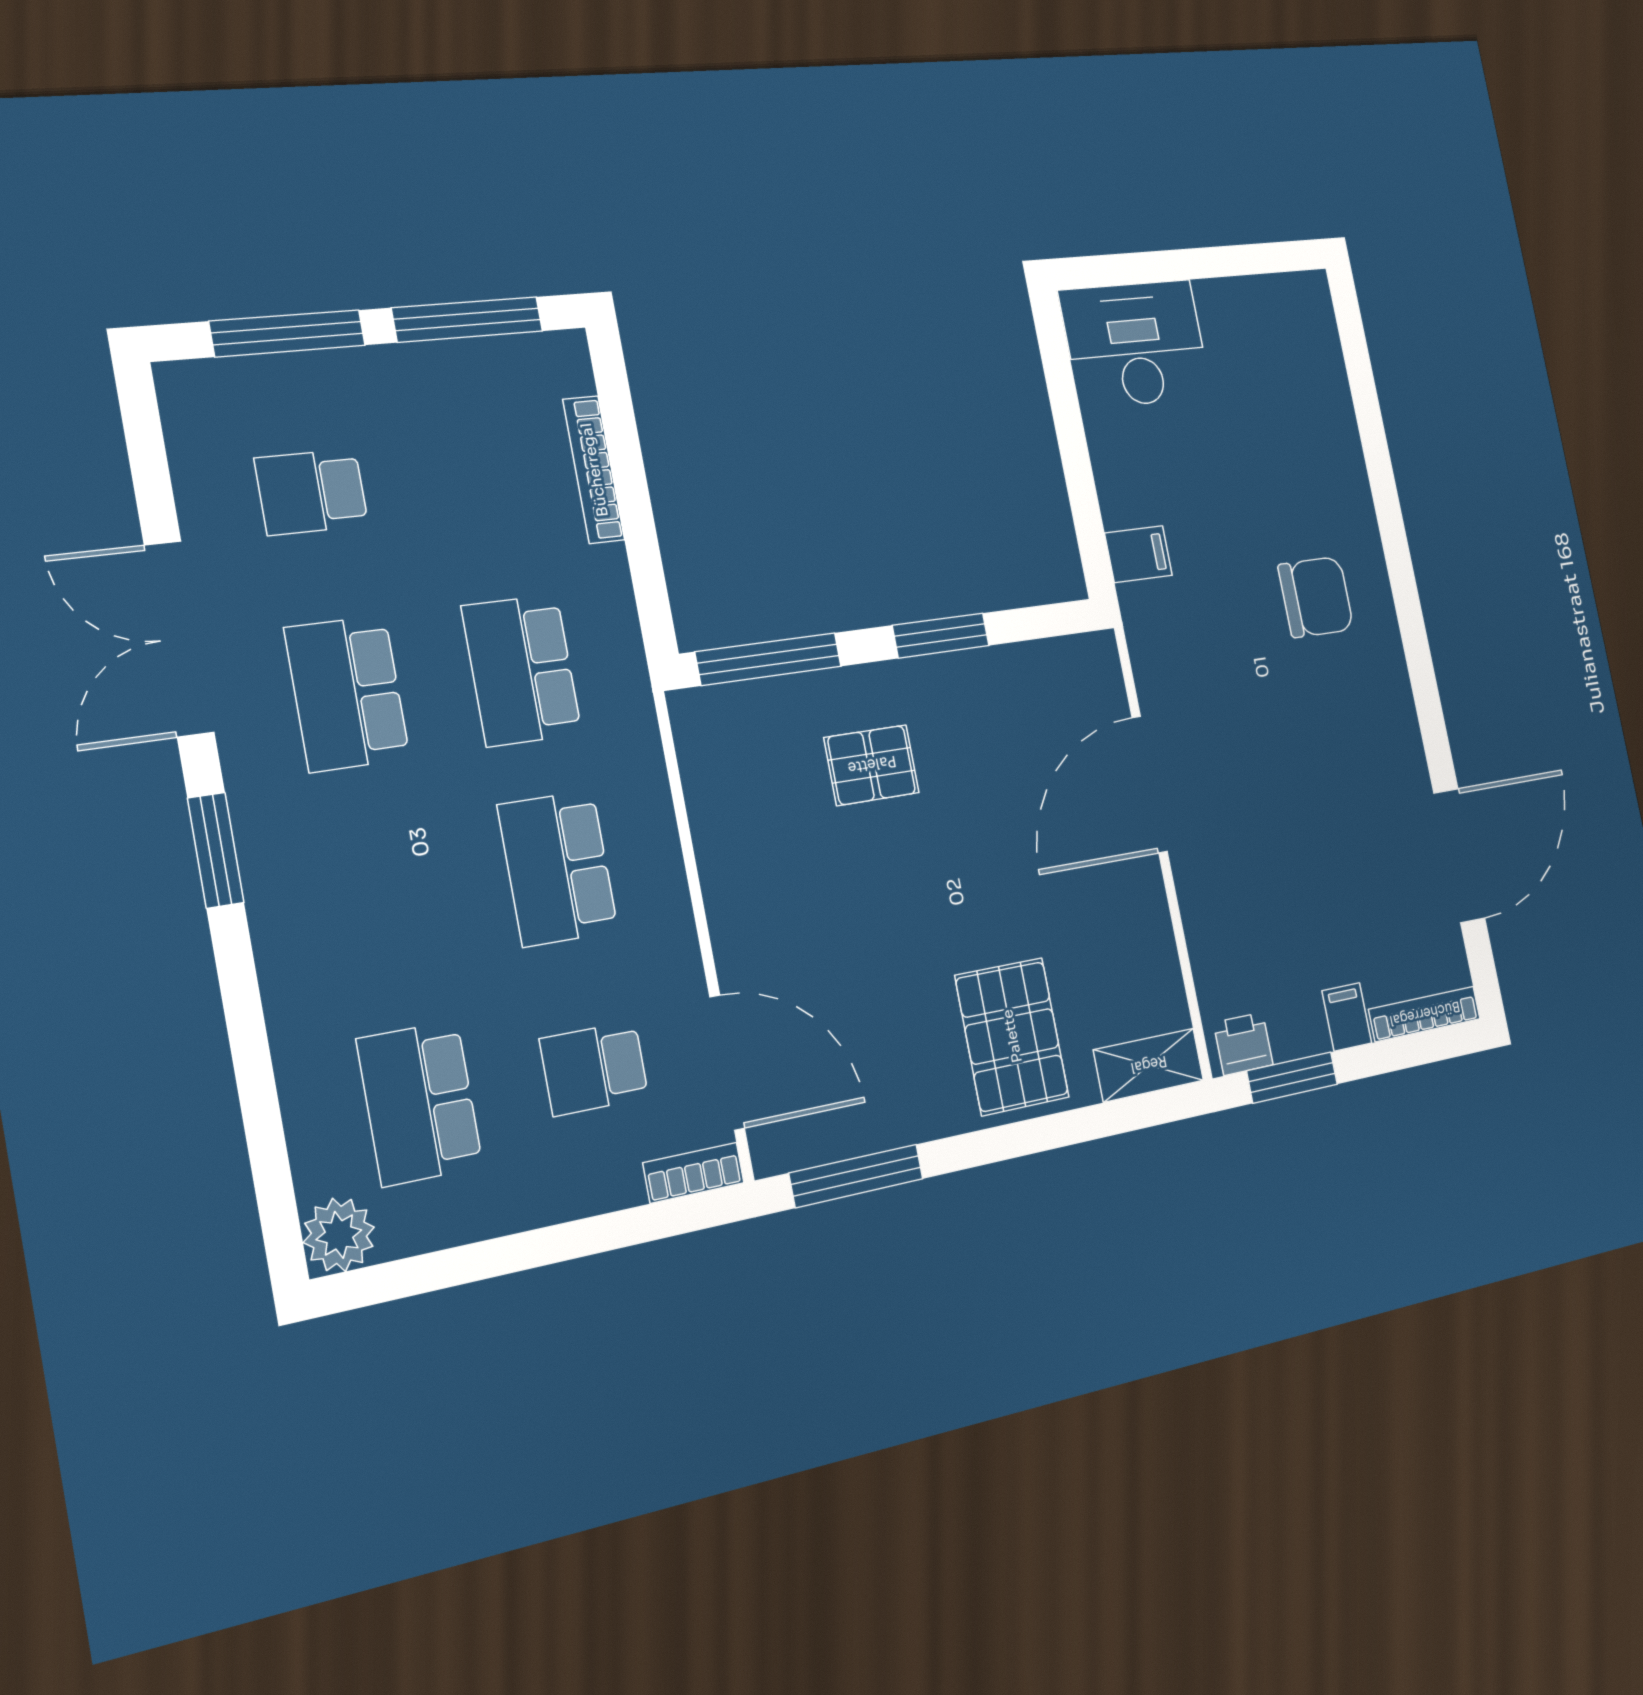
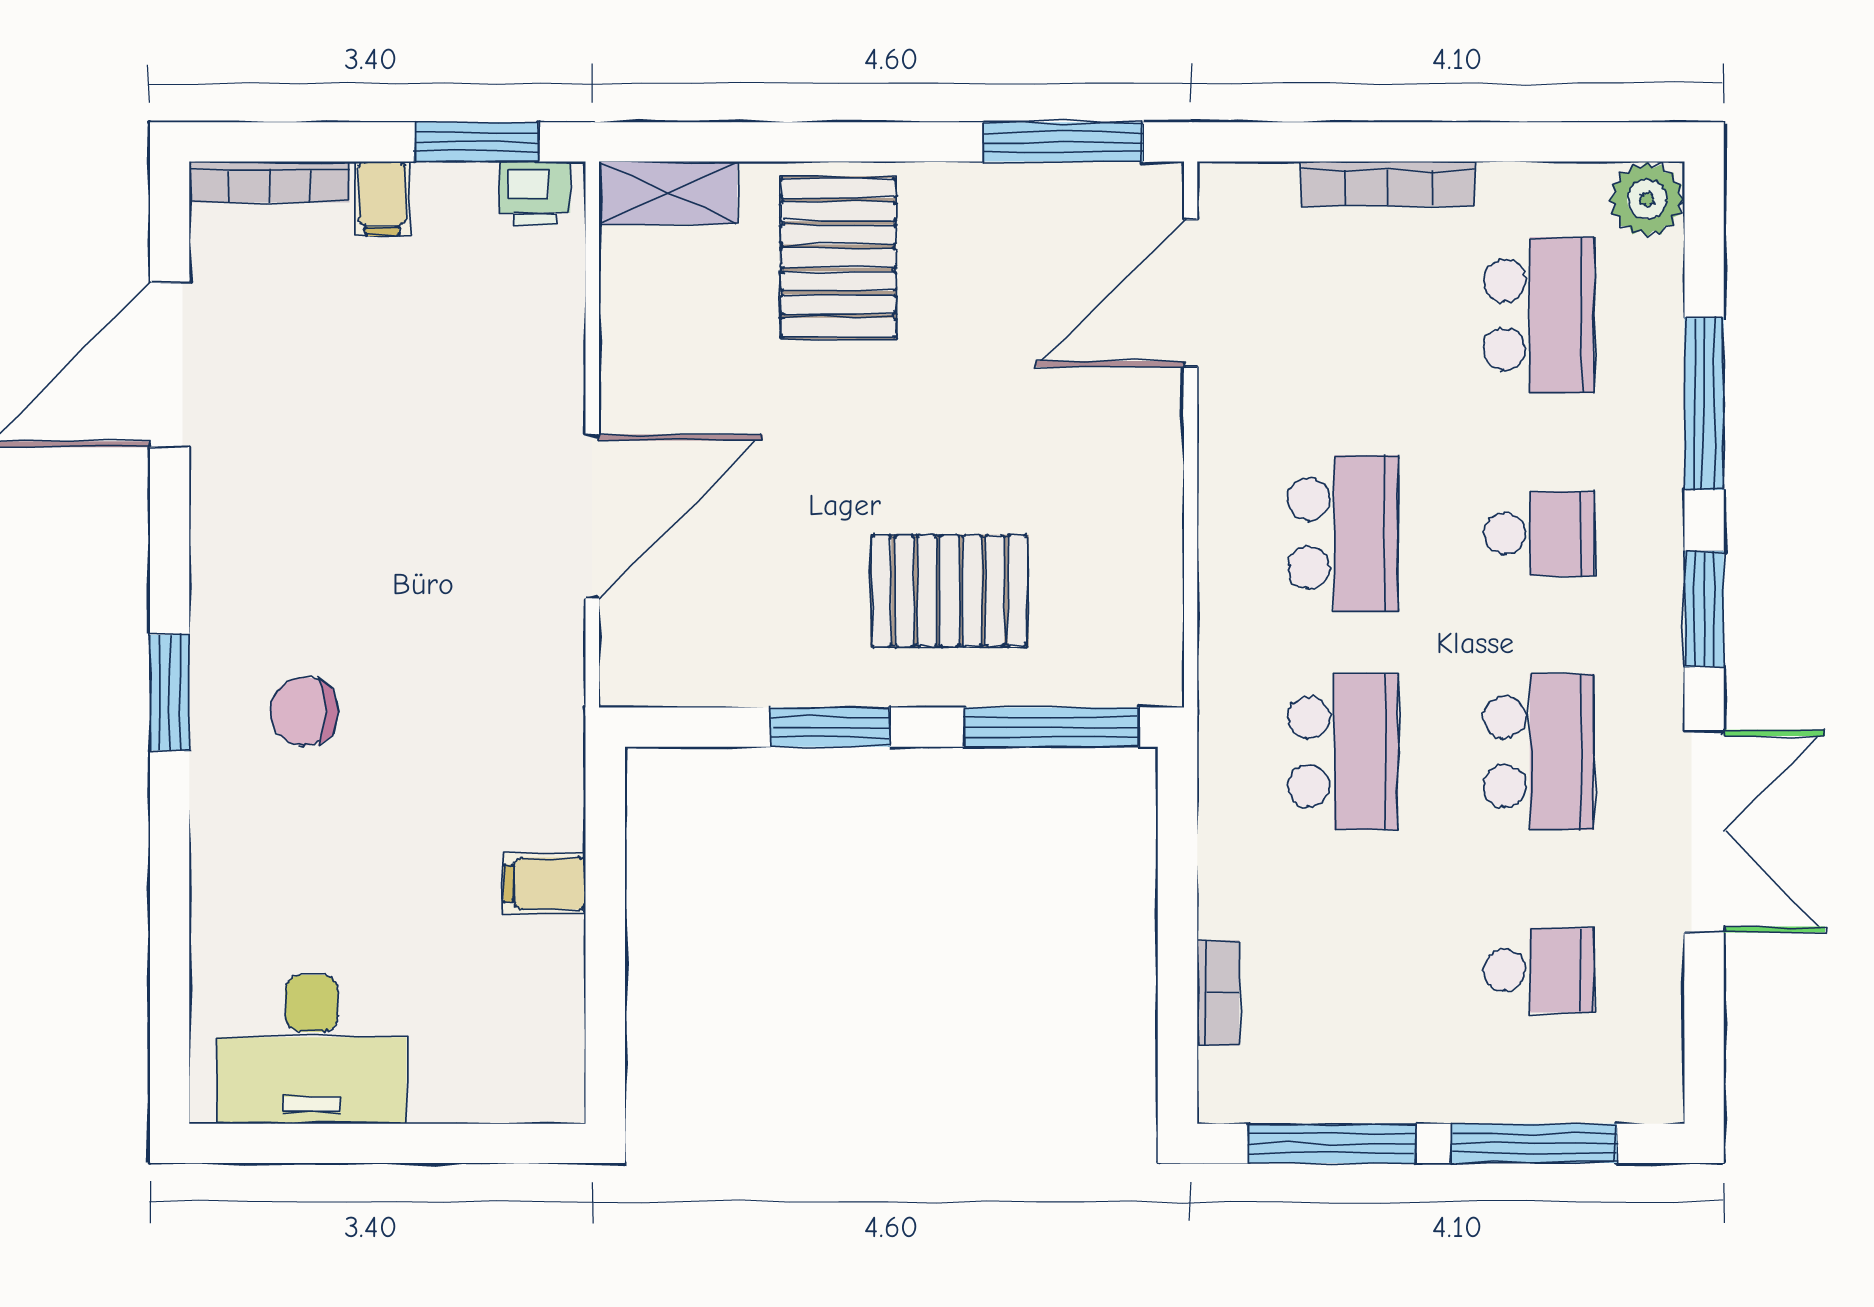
desk: (1136, 344) -> (312, 1049), moved
bookcase: (594, 470) -> (1218, 993), width x0.64
filing cabinet: (1139, 554) -> (545, 884), moved
chair: (1316, 597) -> (304, 711), width x0.73, depth x0.73
window: (1407, 599) -> (170, 693), added
pallet: (872, 765) -> (949, 591), width x1.50, depth x1.42
window: (250, 1048) -> (1704, 404), added
door: (727, 1062) -> (1191, 293), hinge flipped
school desk: (594, 1068) -> (1539, 534), moved
bookcase: (694, 1173) -> (1388, 184), moved, width x1.56

